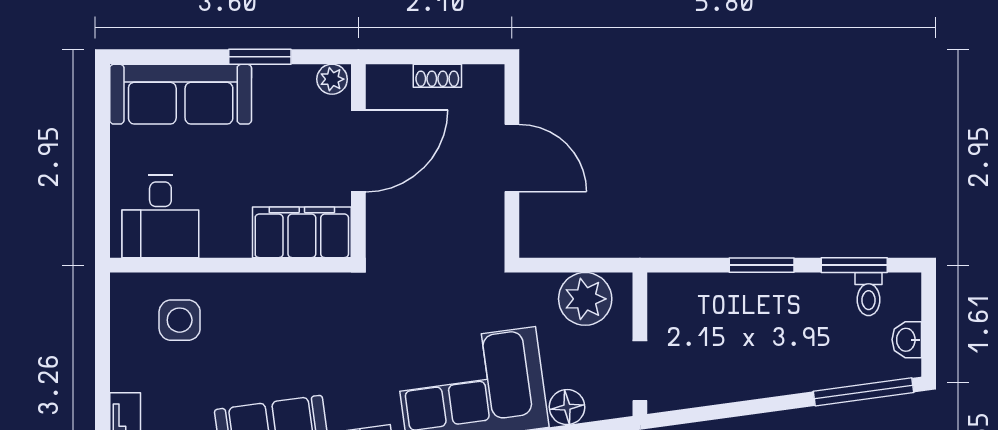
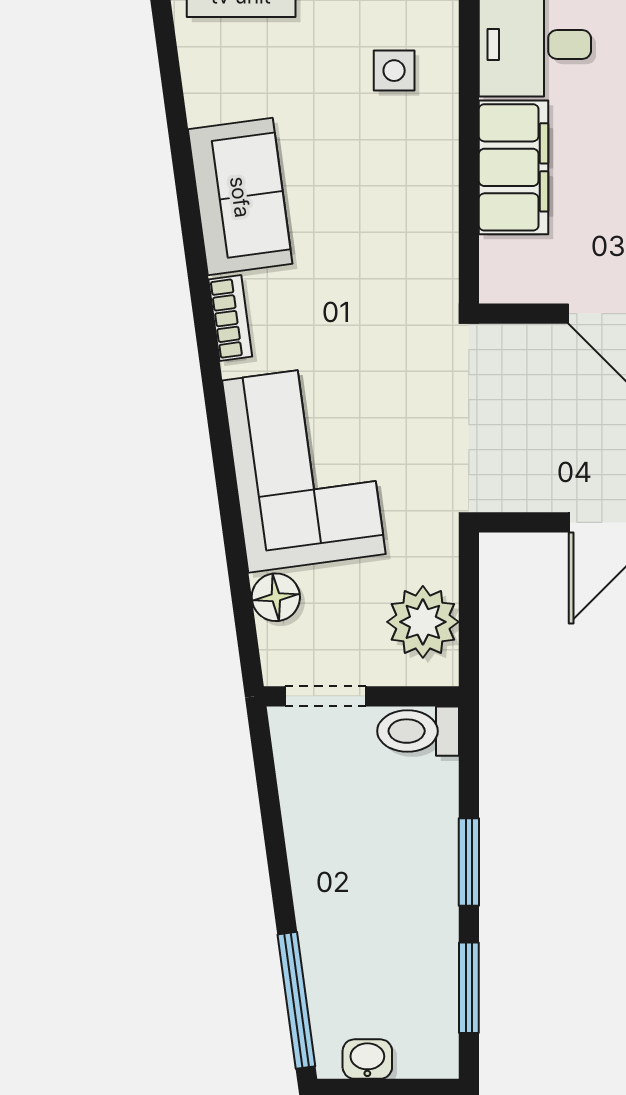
filing cabinet: (302, 232) -> (513, 167), moved
toilet: (869, 294) -> (418, 731), moved, width x1.37, depth x1.39
side table: (180, 320) -> (394, 71), width x0.73, depth x0.73

